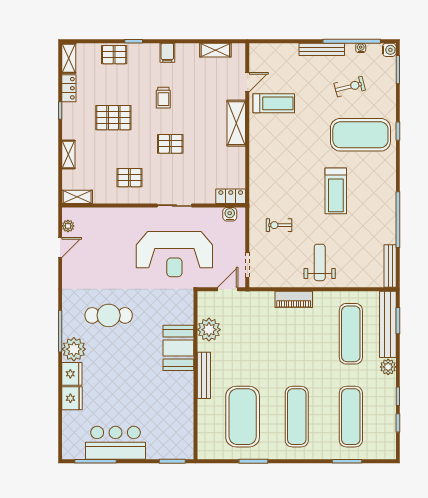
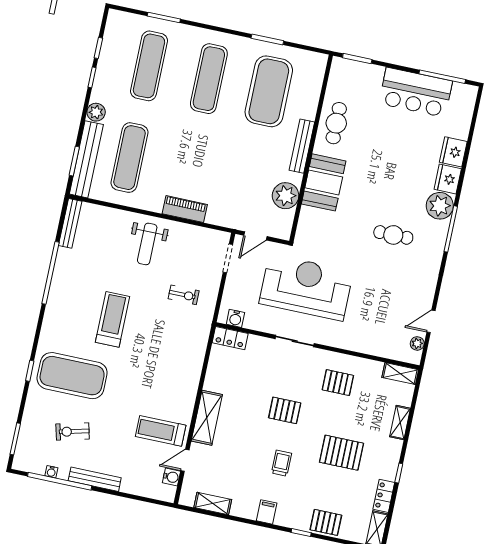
water cooler: (389, 50) -> (171, 477), moved, turned 180
cafe table: (109, 315) -> (393, 235), width x0.73, depth x0.74
cafe table: (178, 402) -> (336, 123), added

